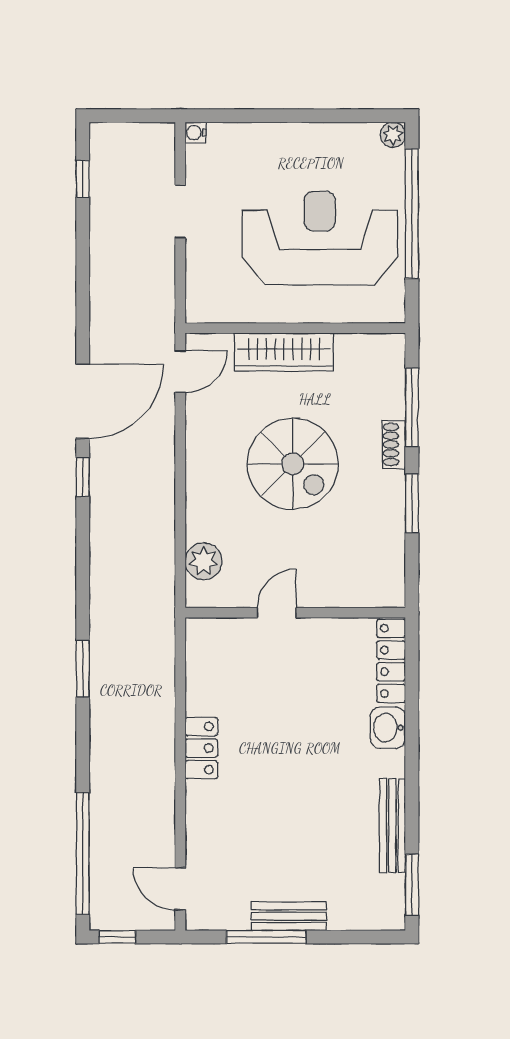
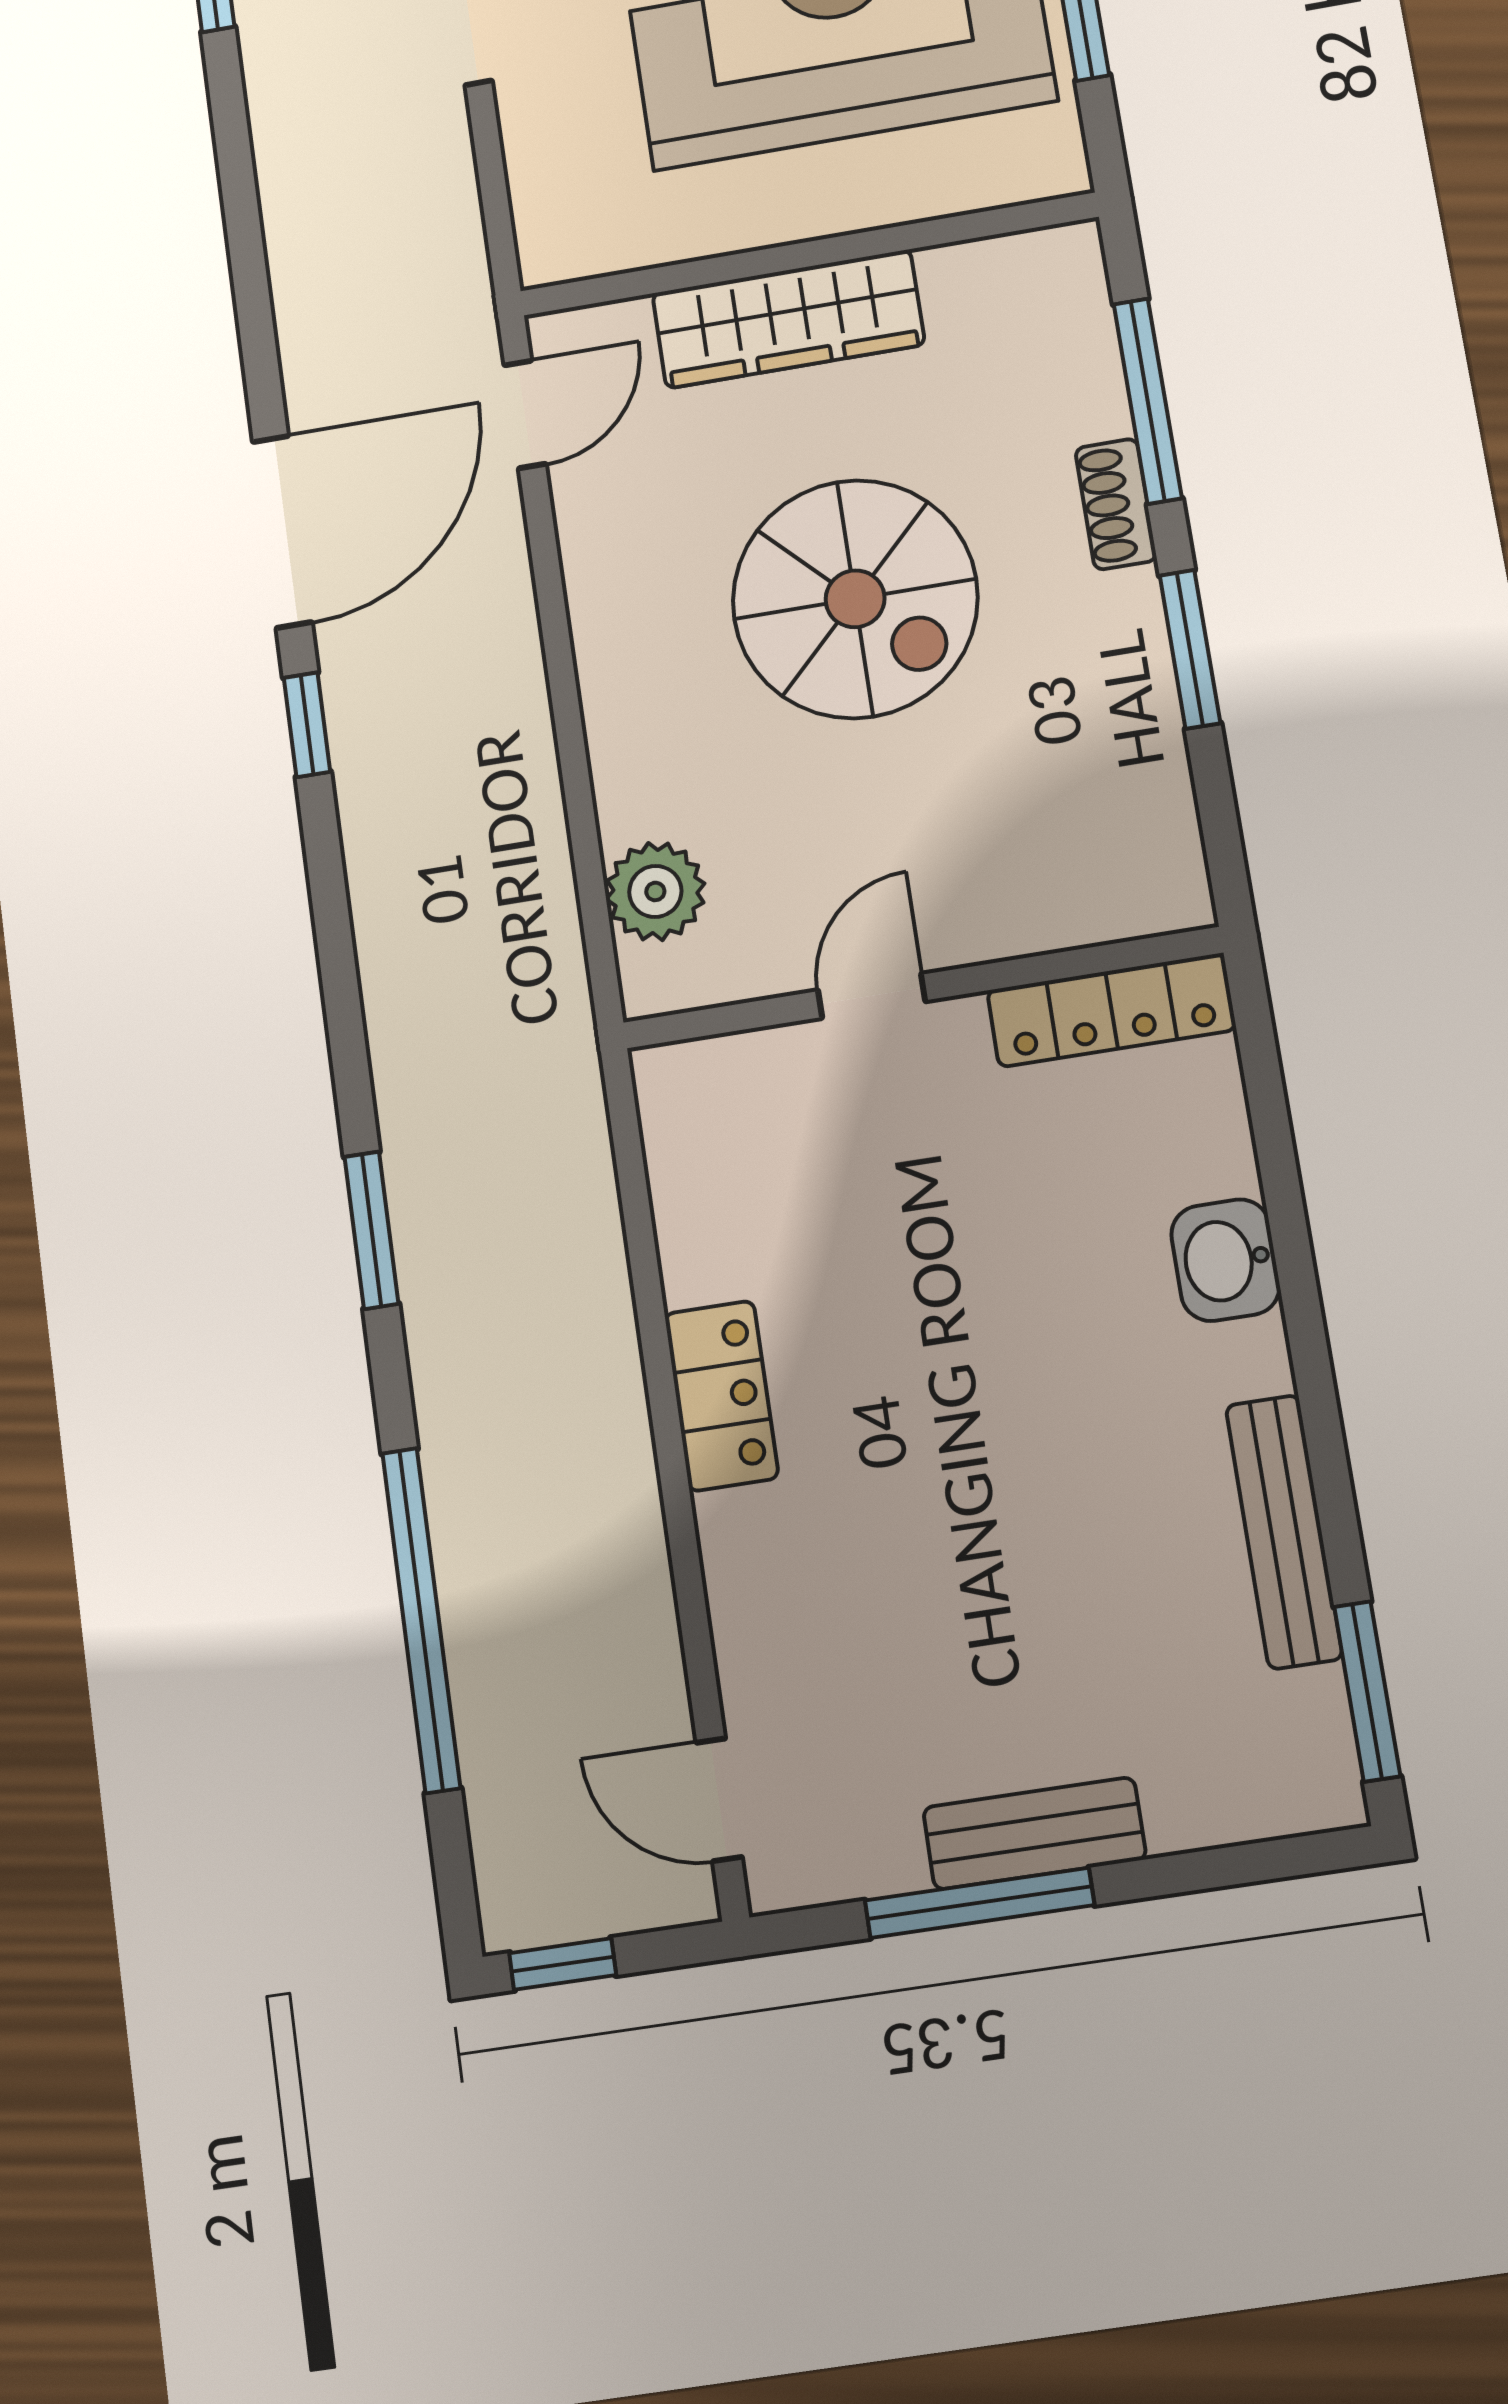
locker: (391, 661) -> (1111, 1010), moved, turned -90
window: (83, 854) -> (421, 1620), moved

